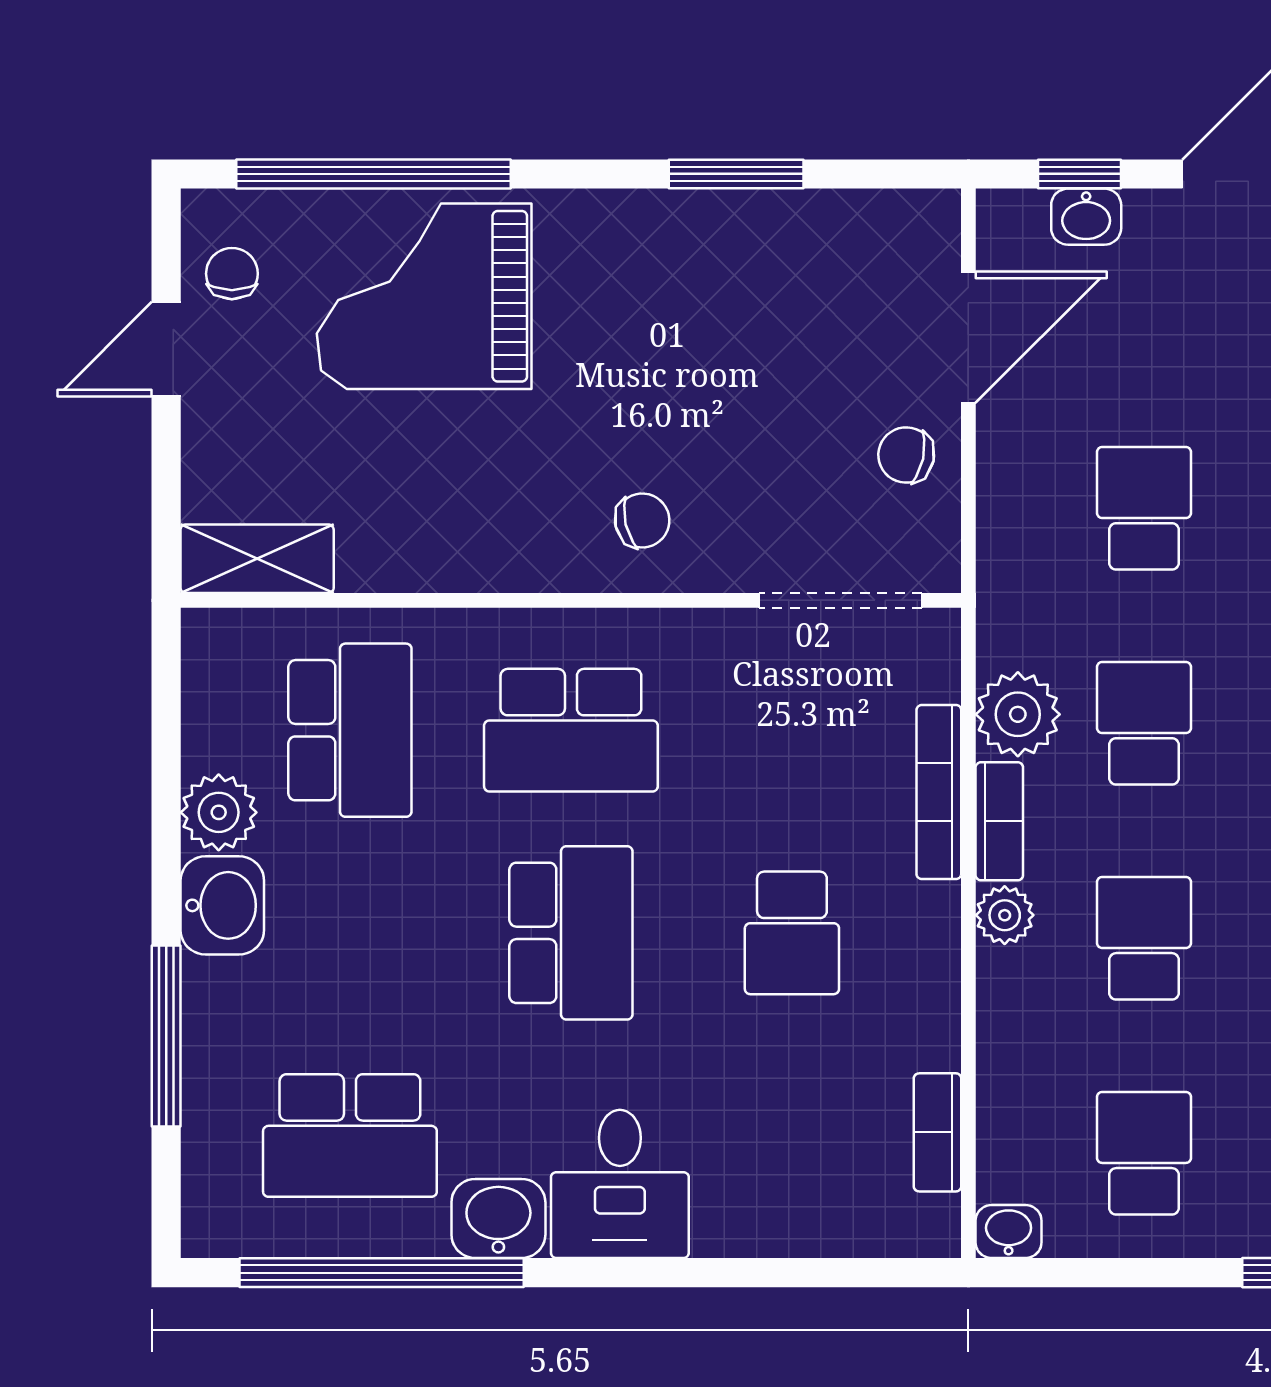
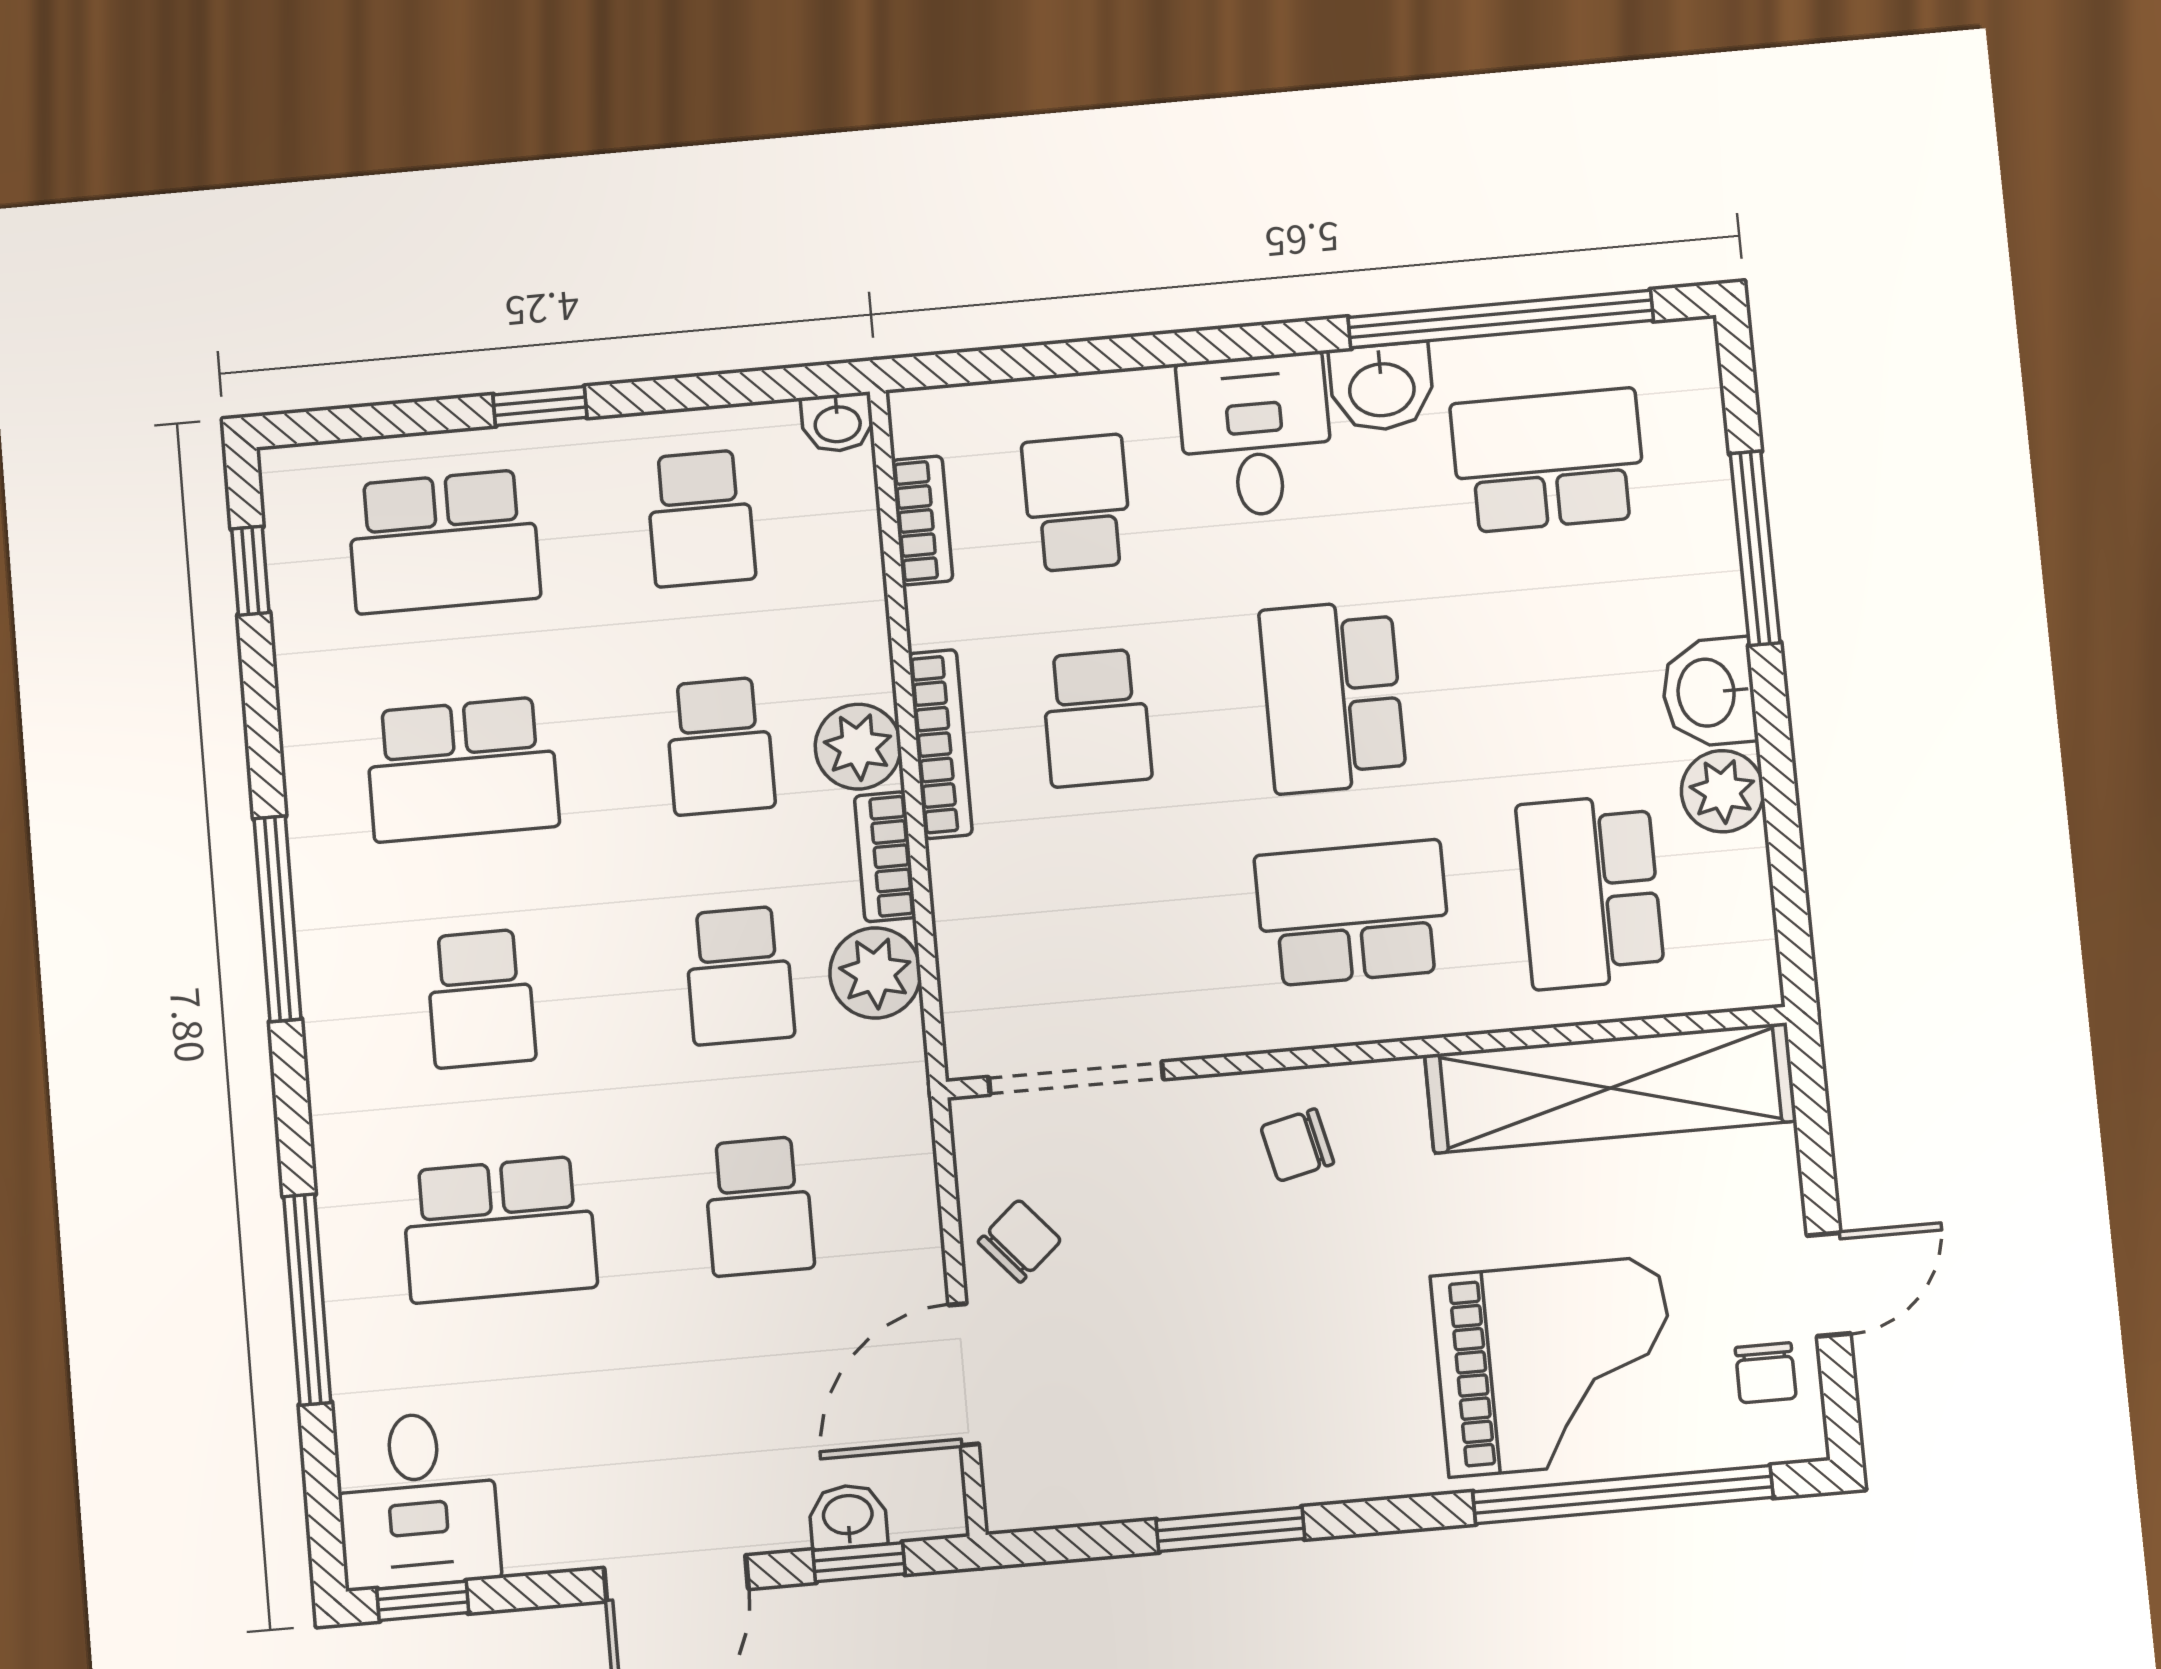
chair: (906, 455) -> (1020, 1241), turned -53
shelving: (257, 559) -> (1610, 1088), width x2.20, depth x1.33
bookcase: (939, 792) -> (940, 744), moved
plant: (1005, 915) -> (858, 747), width x1.38, depth x1.38
school desk: (792, 933) -> (1096, 718), turned 180
school desk: (792, 1136) -> (1077, 503), added

